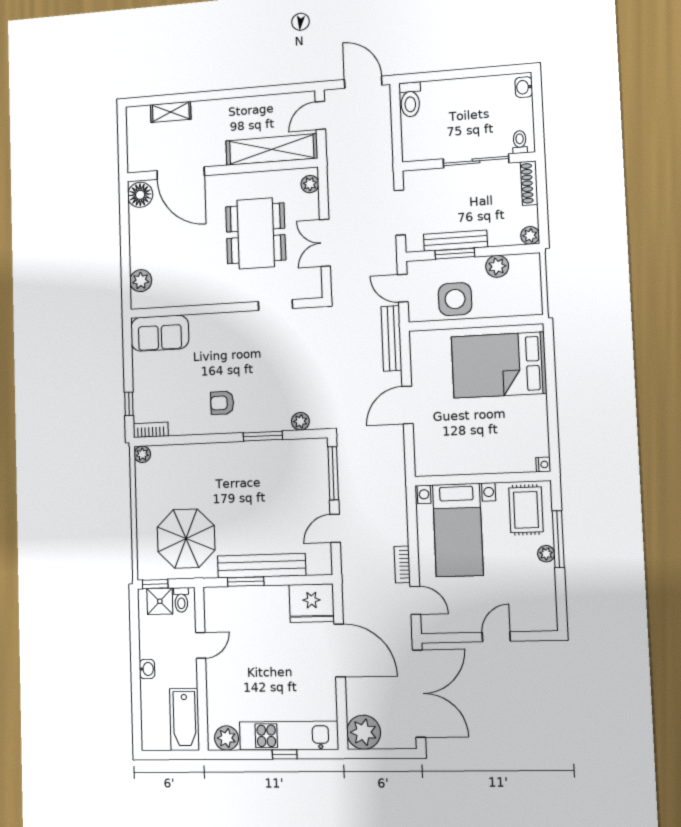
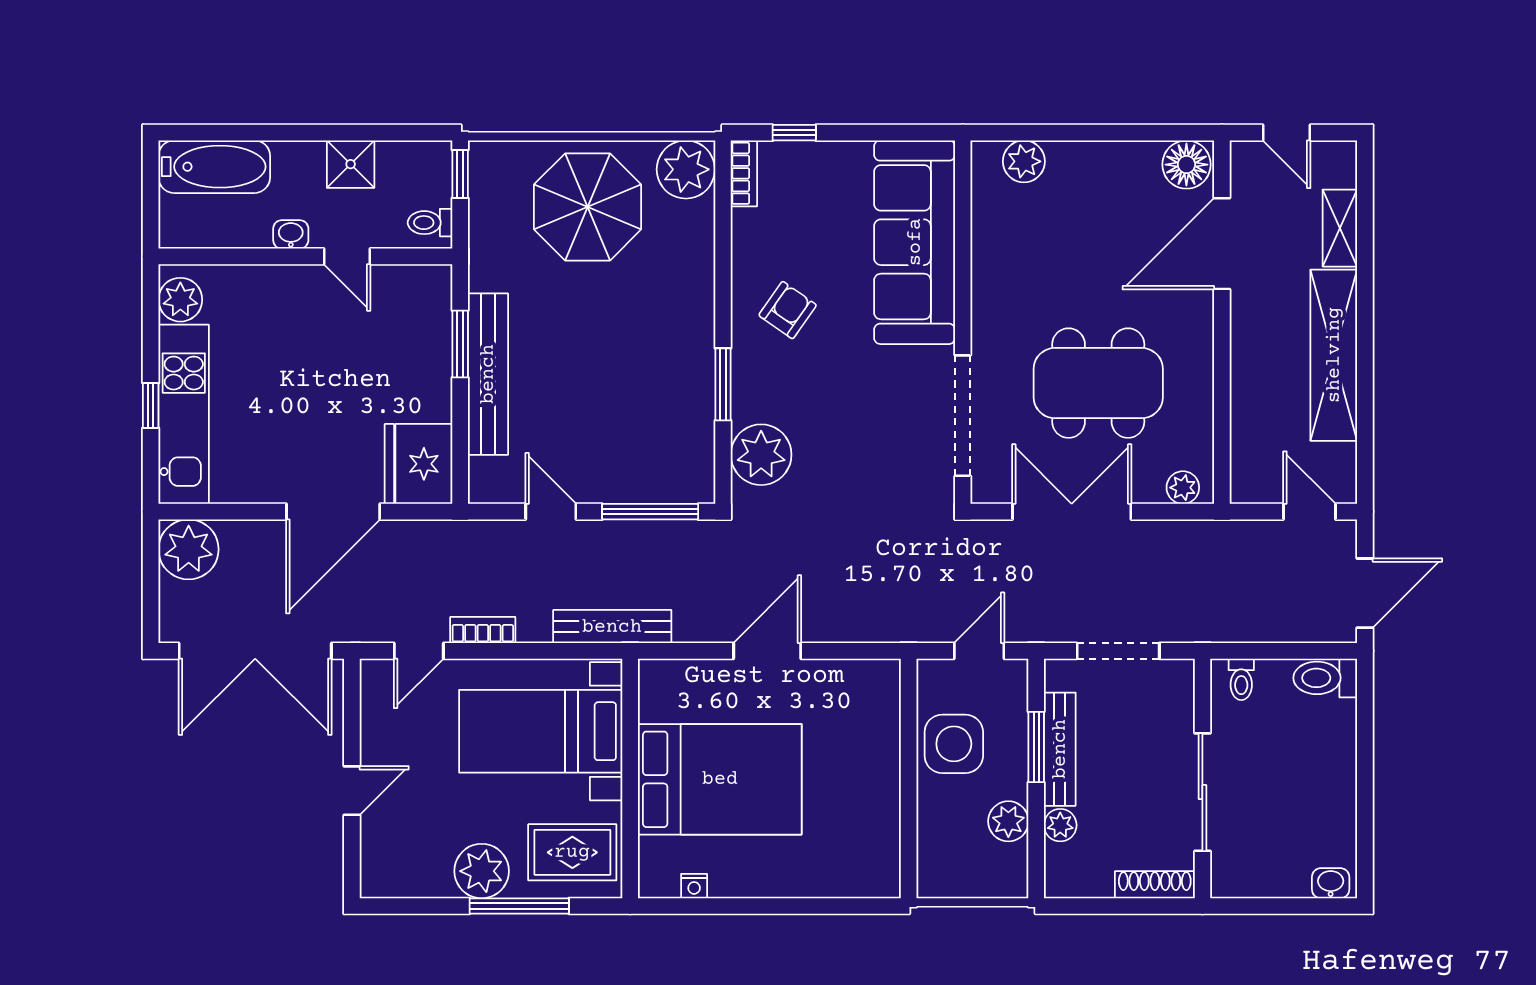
toilet: (520, 142) -> (1241, 679), moved, turned 90
door: (122, 144) -> (1286, 133), added
shelving: (272, 150) -> (1334, 355), moved
plant: (530, 235) -> (1060, 825), moved
double door: (325, 243) -> (1072, 512), width x1.37
doorway: (275, 305) -> (963, 416), width x1.87
sofa: (160, 333) -> (915, 242), width x1.85, depth x1.27
bench: (391, 338) -> (612, 627), moved
bed: (499, 365) -> (720, 779), moved, turned 90
armchair: (222, 403) -> (788, 310), turned 35
door: (407, 405) -> (767, 651), hinge flipped
plant: (300, 421) -> (761, 455), width x1.88, depth x1.88
plant: (142, 454) -> (686, 169), width x1.88, depth x1.88
nightstand: (543, 464) -> (694, 886), moved
parasol: (186, 539) -> (588, 207), moved
plant: (546, 554) -> (482, 871), width x1.88, depth x1.88
shower: (160, 601) -> (351, 164), moved
door: (496, 637) -> (352, 791), hinge flipped
washbasin: (147, 669) -> (291, 234), moved, turned 180
bathtub: (184, 719) -> (214, 167), moved, turned 180

